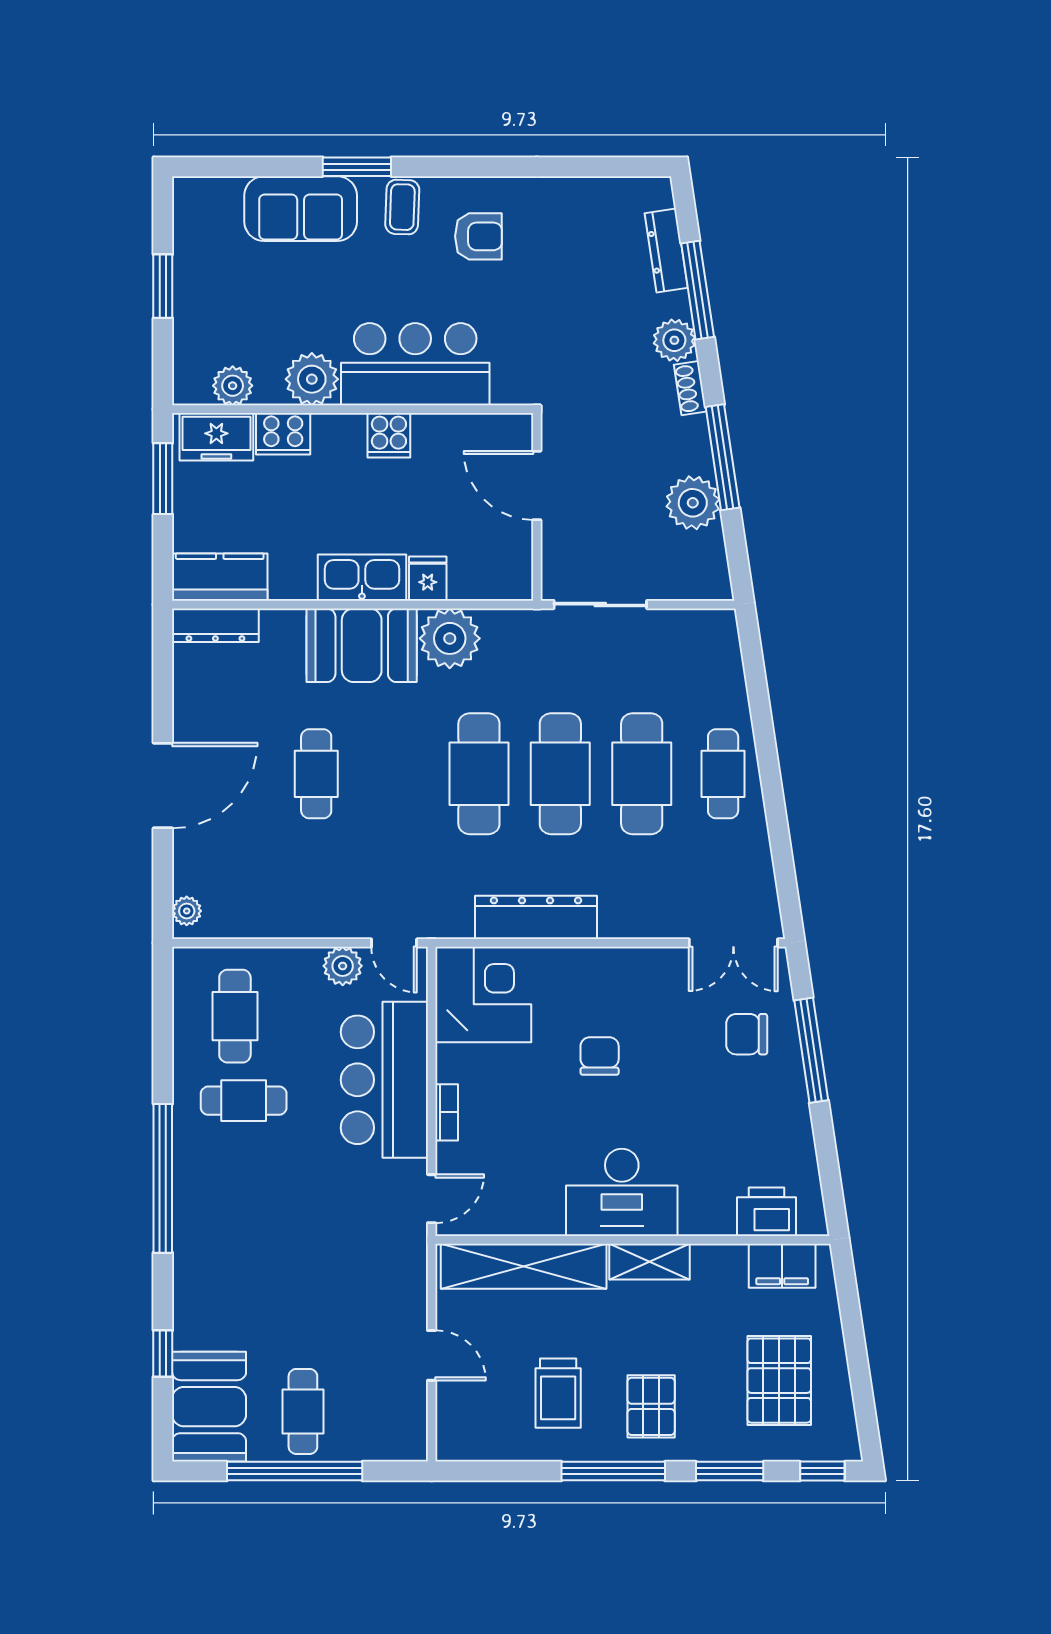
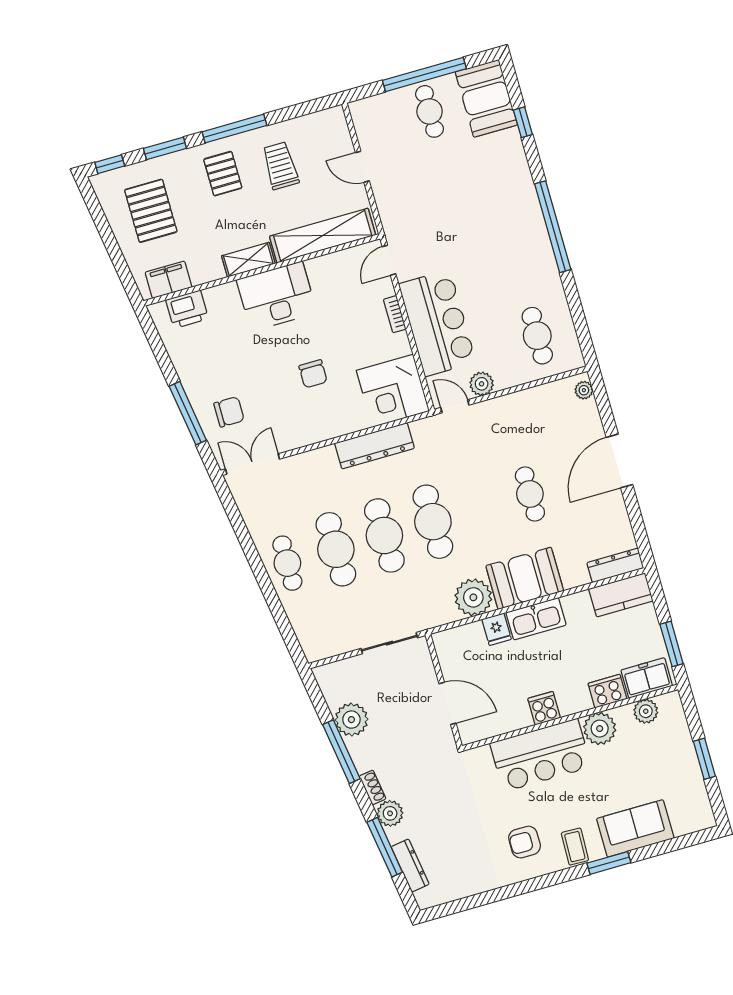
cafe table: (244, 1101) -> (518, 287), removed

